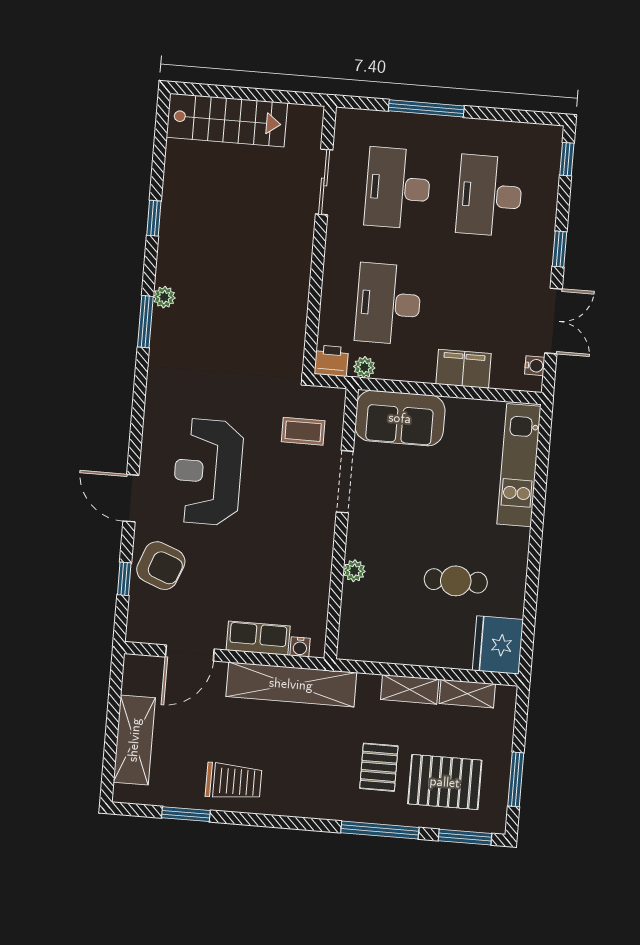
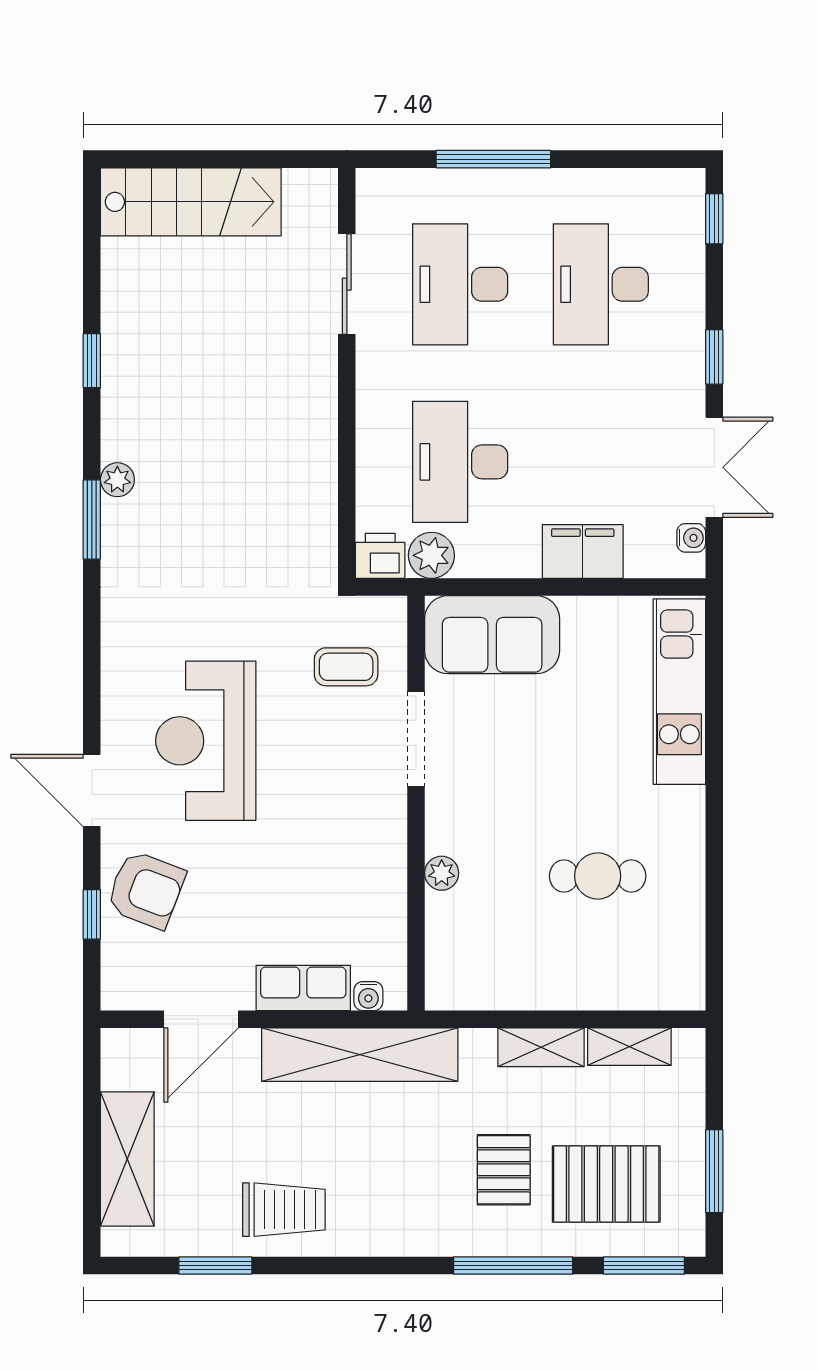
plant: (364, 367) -> (431, 555), width x1.38, depth x1.38
fridge: (498, 645) -> (670, 968), removed

